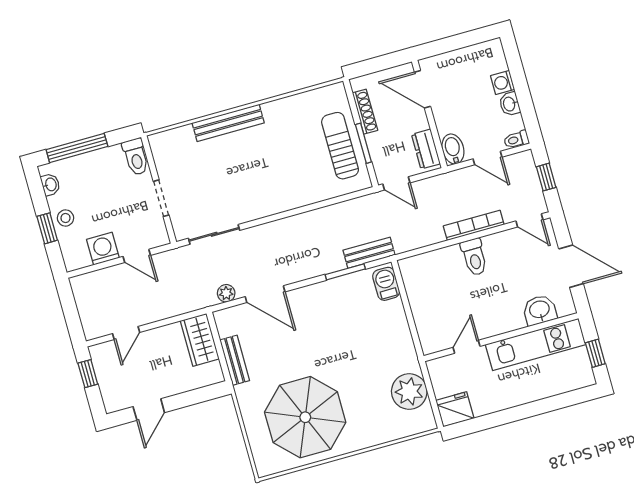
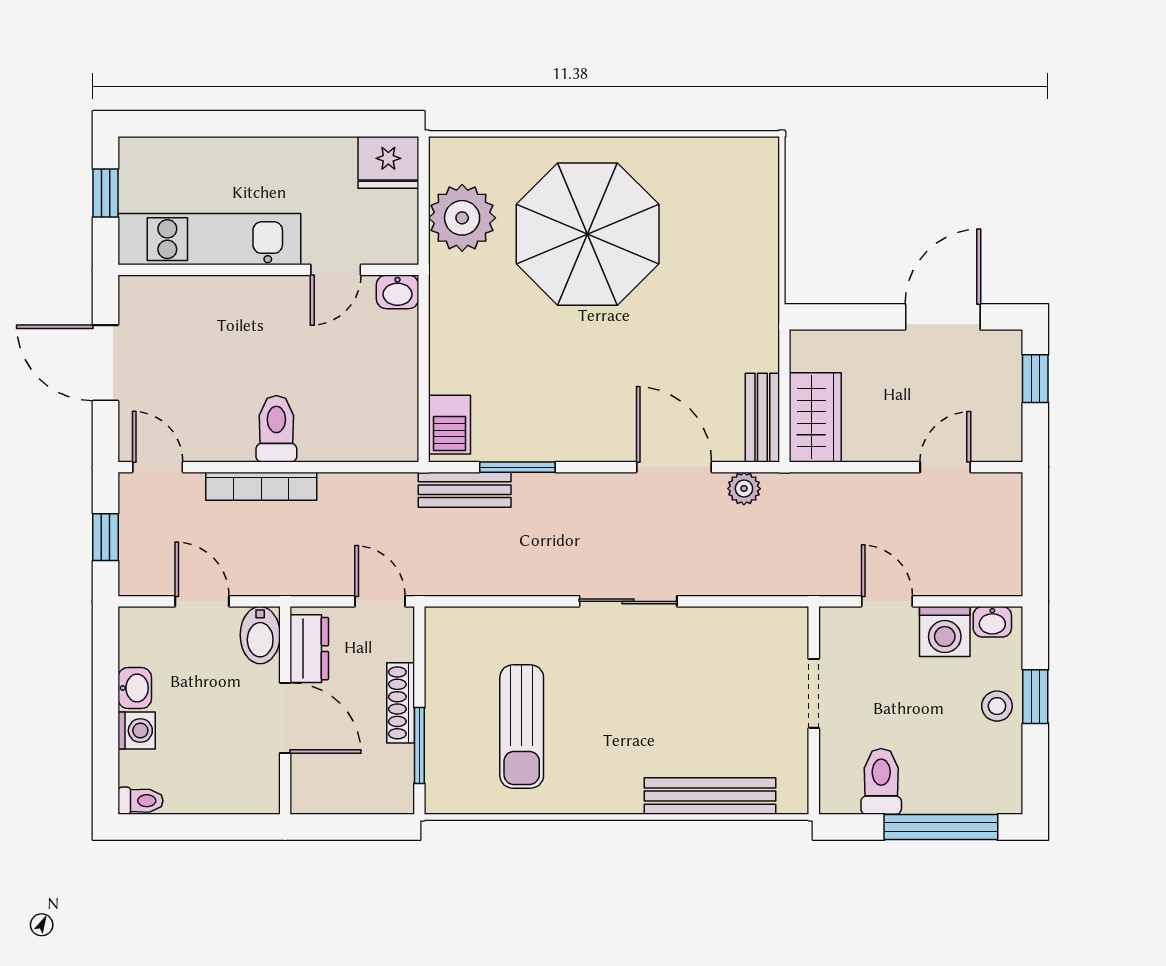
door: (423, 89) -> (285, 718), moved
shoe rack: (365, 112) -> (401, 703), moved
bench: (228, 123) -> (710, 796), moved
toilet: (516, 140) -> (140, 801), moved
window: (363, 143) -> (419, 746), moved
sun lounger: (340, 146) -> (522, 727), moved
toilet: (136, 157) -> (881, 781), moved
washbasin: (50, 185) -> (992, 622), moved, turned -90
sliding door: (214, 234) -> (628, 601), moved
washbasin: (540, 310) -> (398, 292), moved, width x0.72, depth x0.69
bench: (235, 360) -> (762, 418), moved
window: (88, 374) -> (1035, 379), moved
door: (149, 410) -> (943, 317), width x1.38
parasol: (305, 417) -> (588, 234), moved

